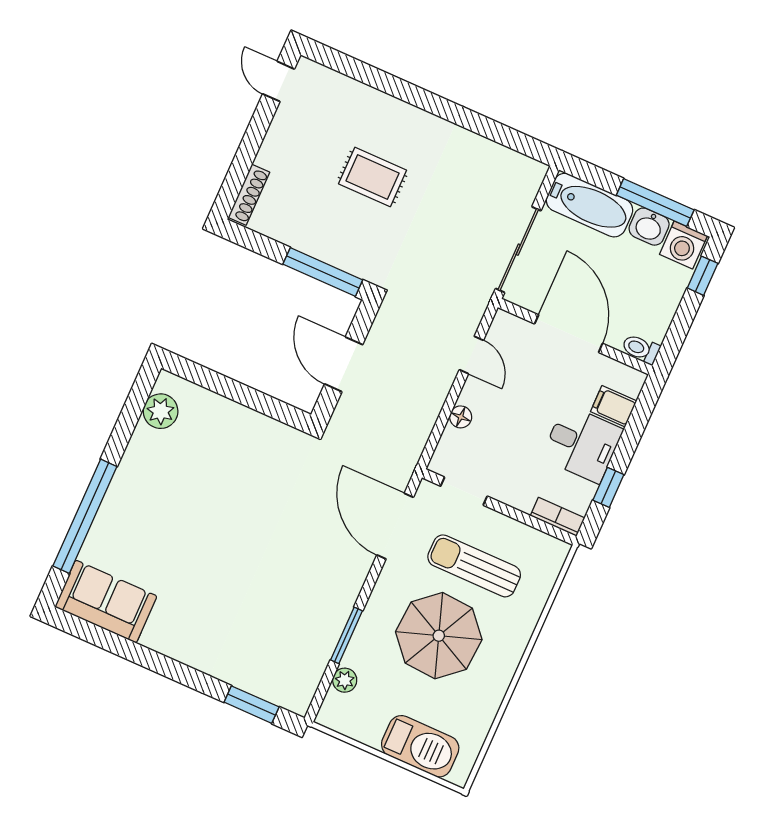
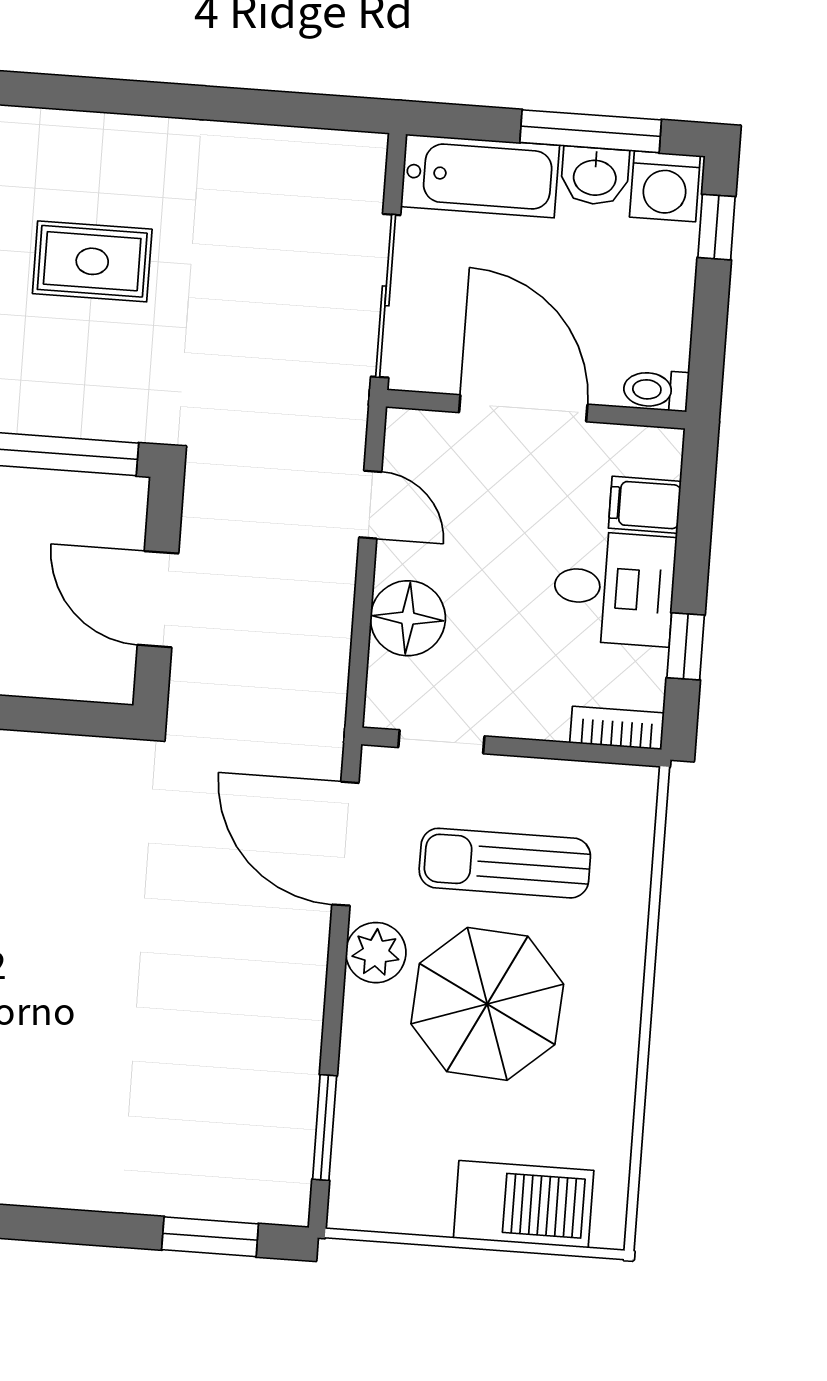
floor lamp: (461, 417) -> (408, 618), width x1.89, depth x1.89
window: (346, 635) -> (325, 1127), moved
plant: (345, 680) -> (376, 953), moved, width x1.38, depth x1.38

